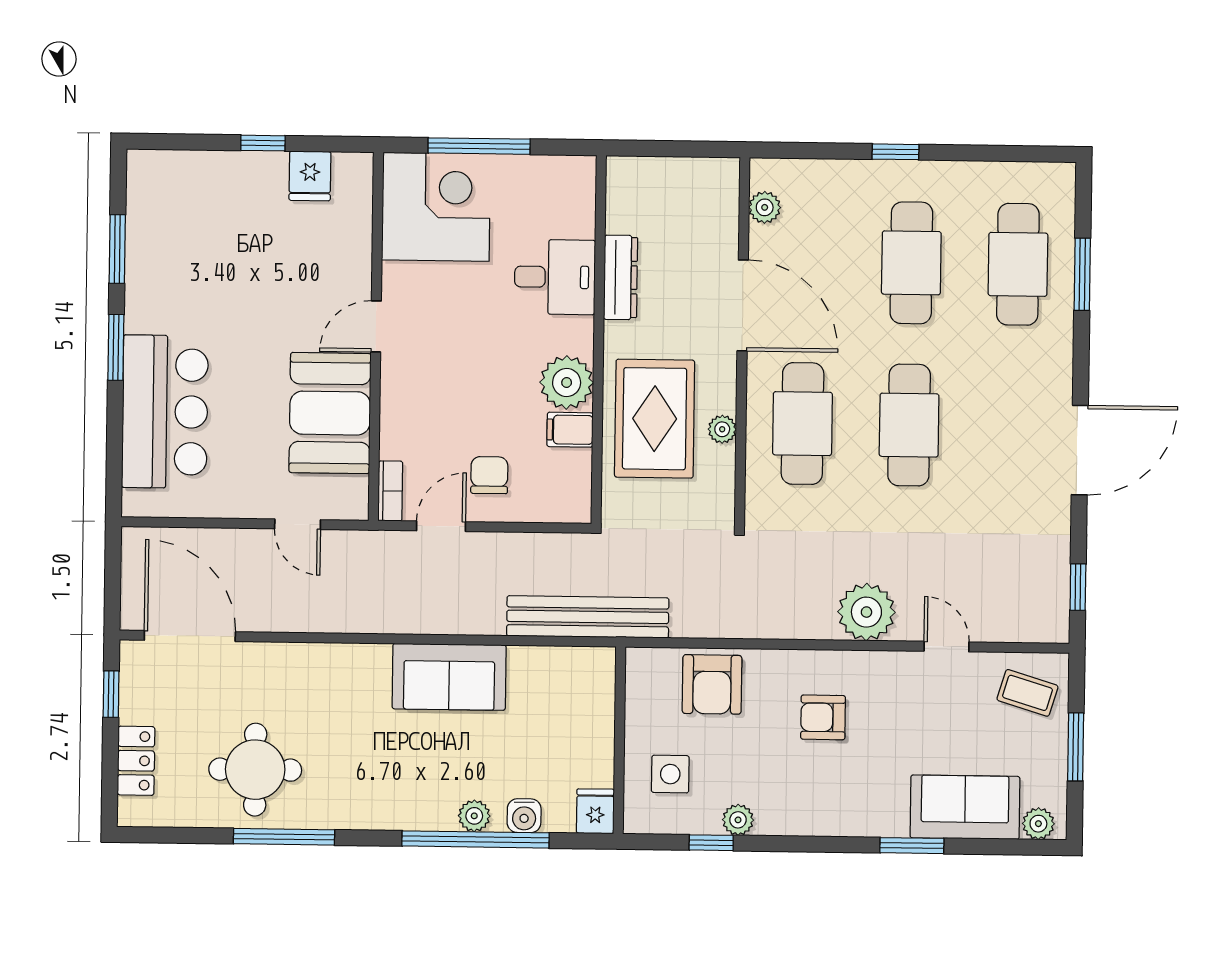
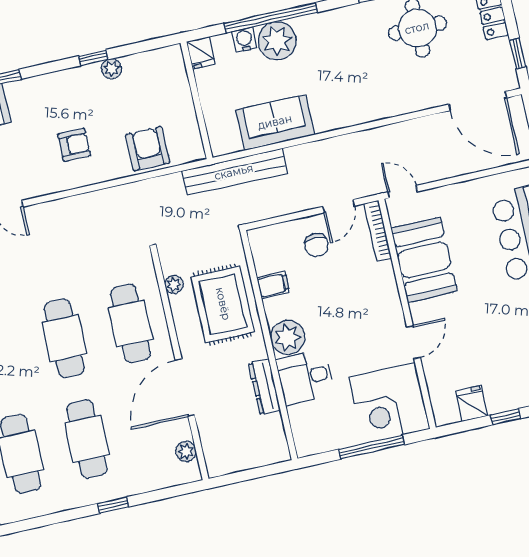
door: (743, 305) -> (185, 388), hinge flipped
door: (376, 326) -> (413, 342), moved
plant: (567, 382) -> (288, 337), moved
plant: (722, 429) -> (174, 285), moved
bookcase: (390, 491) -> (378, 231), width x1.56
door: (298, 524) -> (403, 192), moved
plant: (866, 612) -> (63, 216), removed
sofa: (449, 677) -> (275, 122), moved
side table: (670, 774) -> (160, 87), removed
plant: (474, 816) -> (277, 41), width x1.88, depth x1.88
window: (711, 843) -> (93, 58), moved

